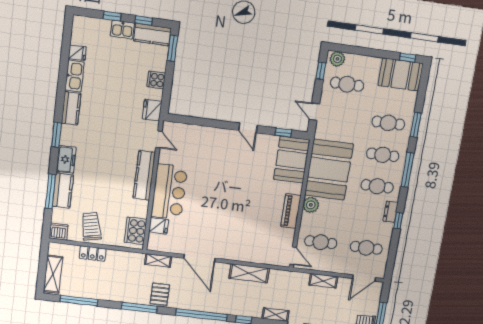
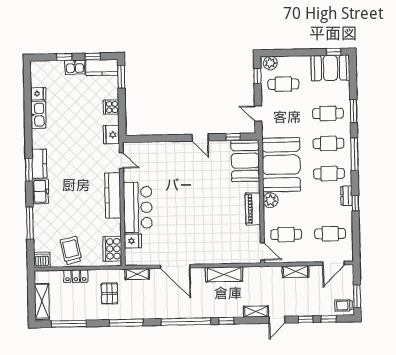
kitchen counter: (71, 108) -> (39, 164), moved
kitchen counter: (63, 190) -> (41, 221), removed
pallet: (160, 294) -> (109, 293), moved

